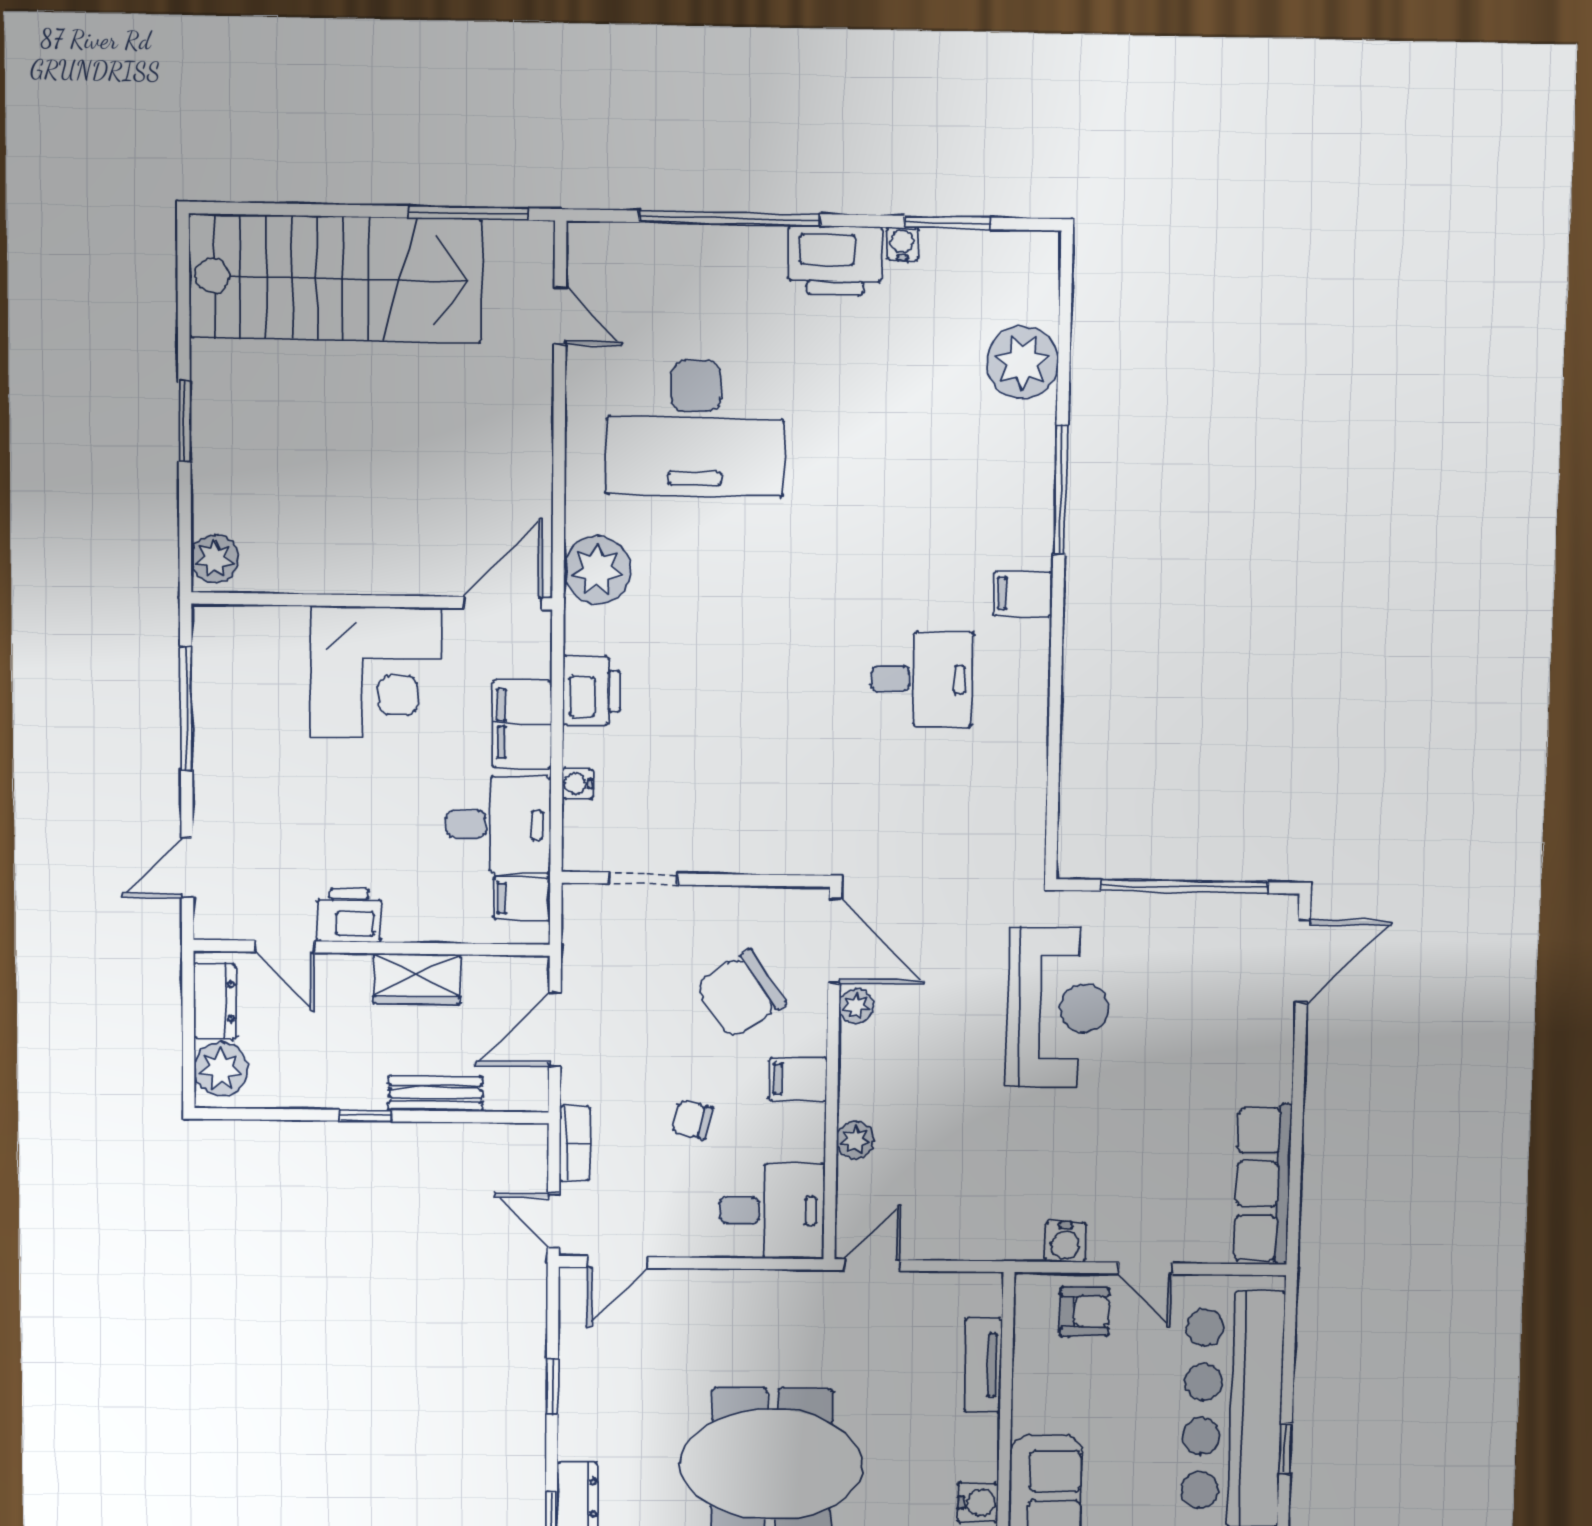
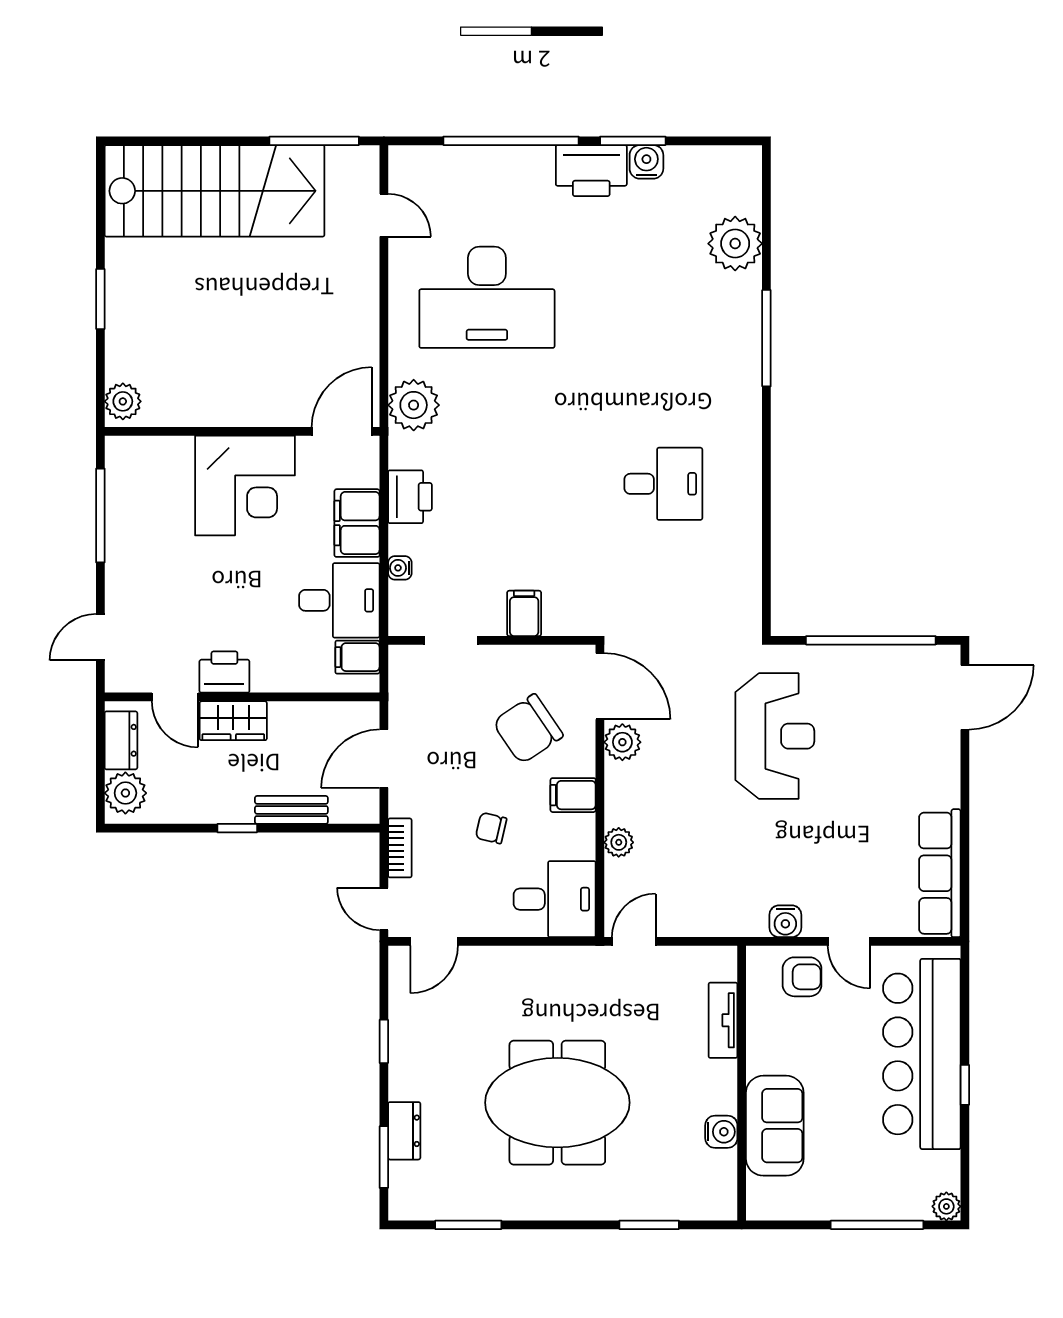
window: (948, 223) -> (633, 141), moved
water cooler: (902, 244) -> (646, 162), width x1.38, depth x1.38
filing cabinet: (1023, 594) -> (524, 613), moved, turned 90
wardrobe: (417, 979) -> (233, 721), moved
plant: (856, 1006) -> (622, 742), width x1.38, depth x1.38

